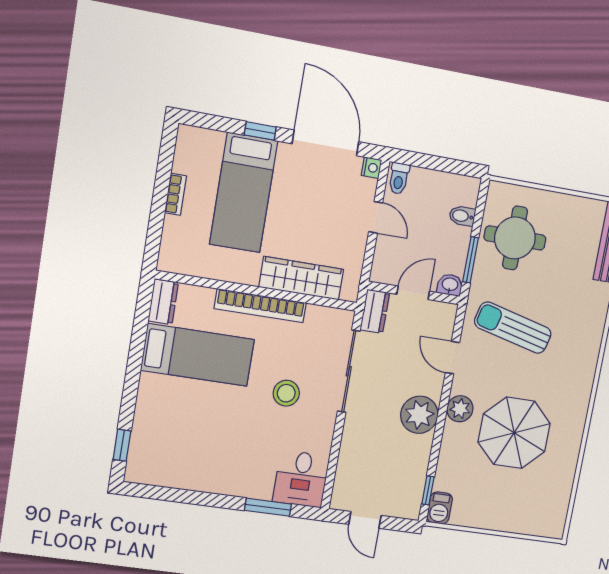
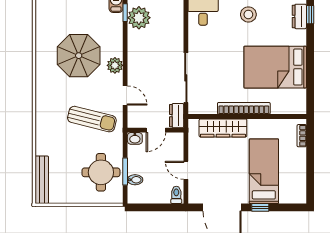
nightstand: (372, 168) -> (193, 198), removed
bookcase: (175, 194) -> (302, 136), moved
window: (471, 260) -> (125, 172), moved
dresser: (163, 302) -> (299, 16), moved
bed: (198, 355) -> (275, 67), width x1.50
stool: (286, 393) -> (248, 14), moved
plant: (419, 415) -> (139, 18), moved

